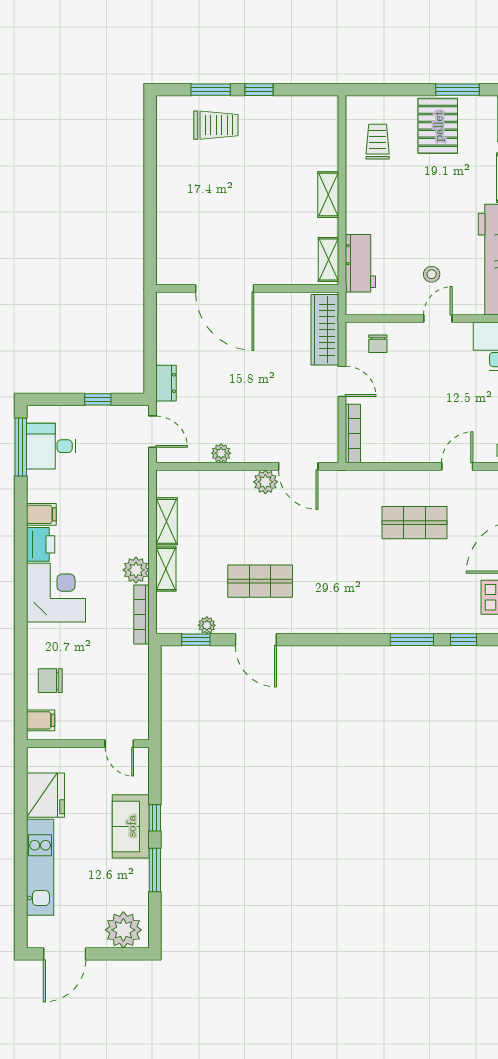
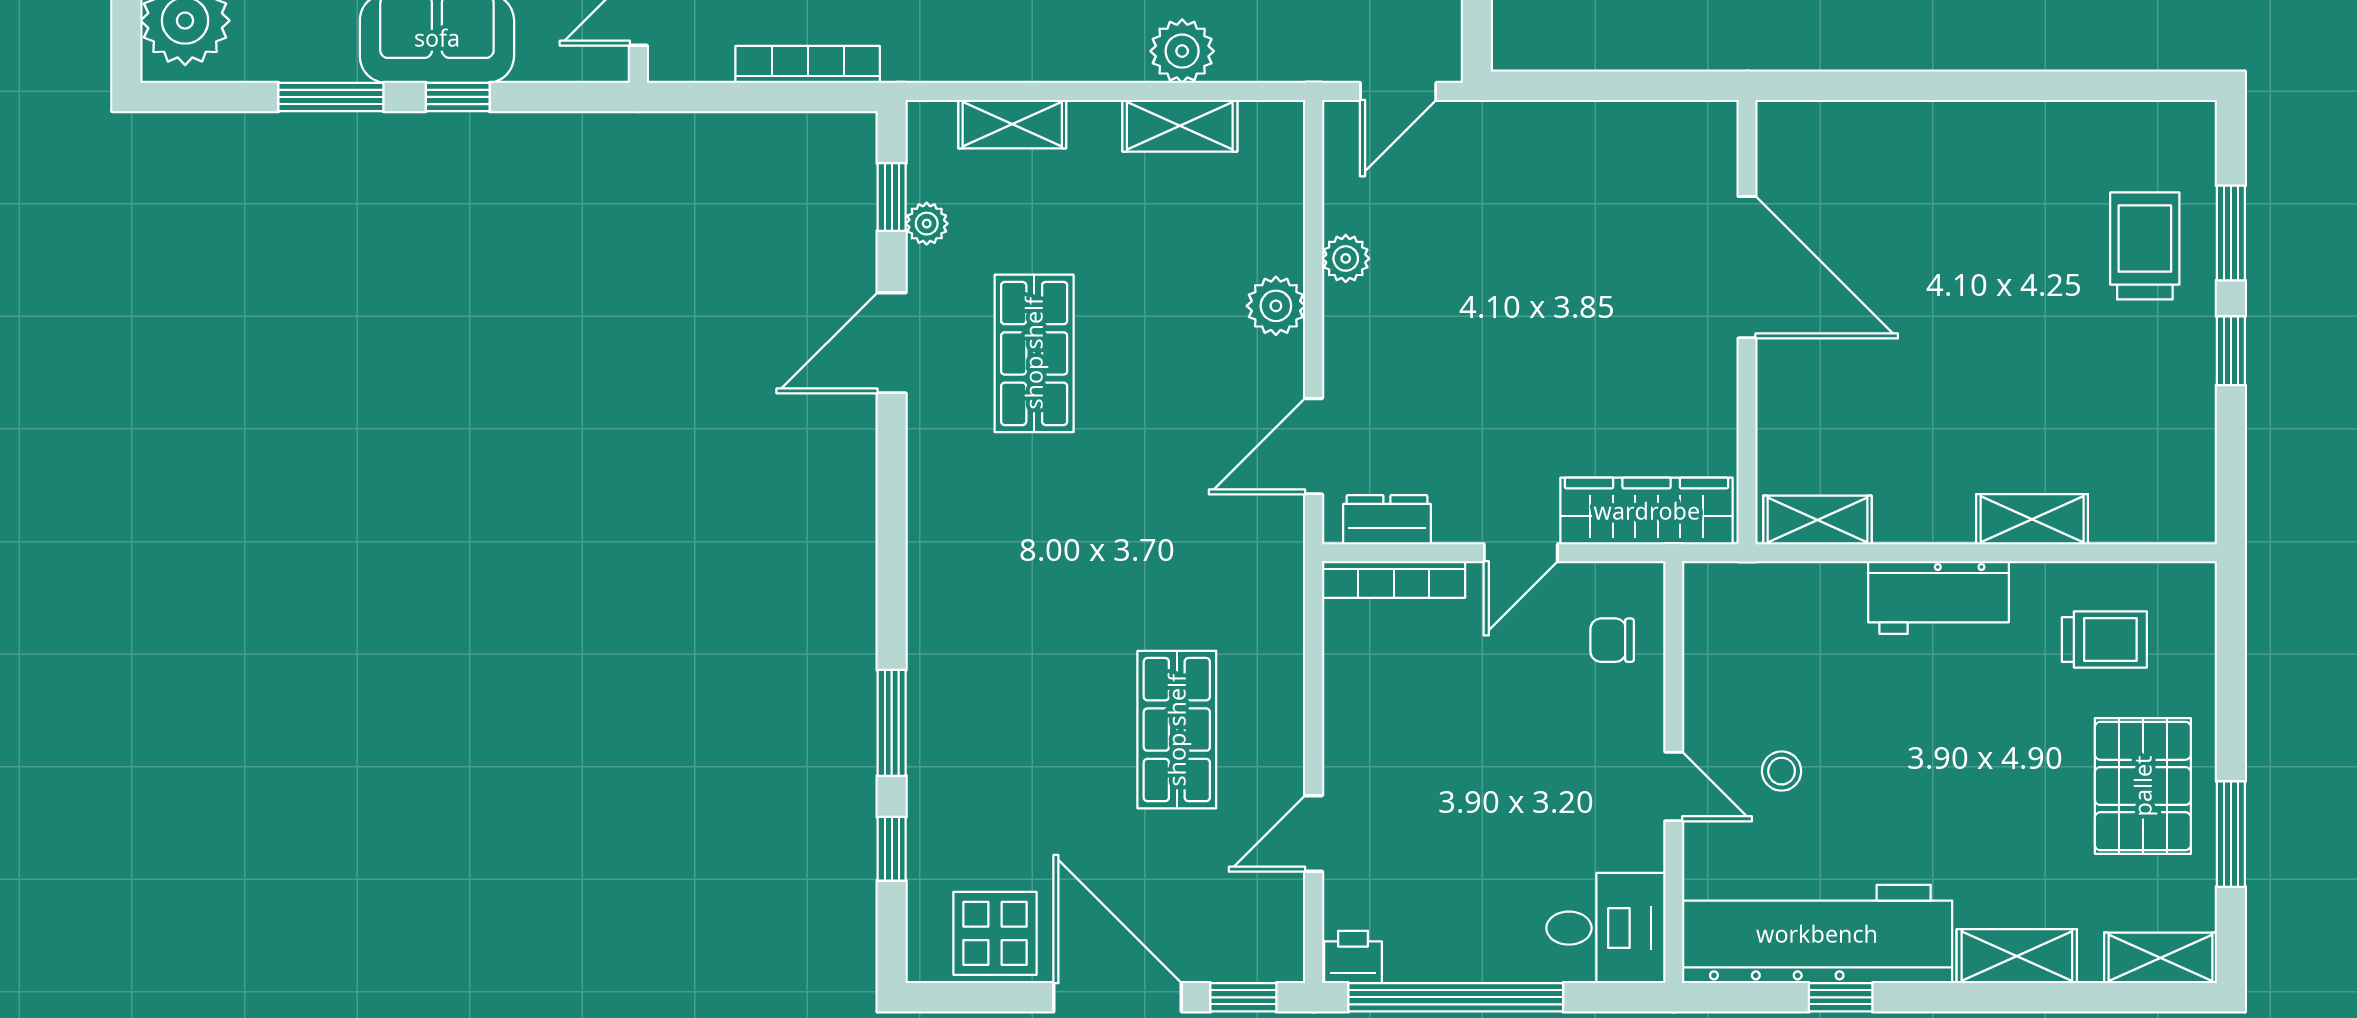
trolley: (216, 125) -> (2145, 246), turned 180
pallet: (438, 126) -> (2143, 786), turned 90
shelving: (328, 195) -> (2032, 519), moved
workbench: (360, 263) -> (1939, 598), moved
door: (225, 288) -> (1747, 267), swing flipped
dresser: (166, 383) -> (1387, 520), moved, turned 180
door: (457, 466) -> (1314, 834), swing flipped
plant: (265, 482) -> (1276, 306), moved
shelving: (166, 569) -> (1012, 124), moved
plant: (136, 570) -> (1182, 51), moved
bookcase: (141, 615) -> (808, 64), moved

